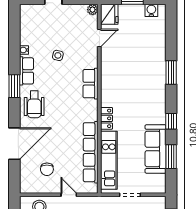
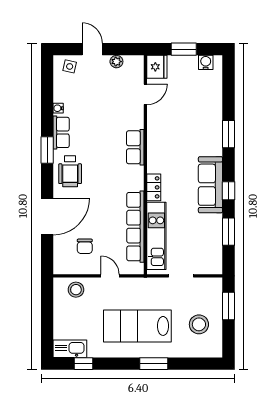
plant: (93, 10) -> (116, 62), moved
side table: (58, 55) -> (70, 66), moved
sofa: (156, 149) -> (210, 185), moved

